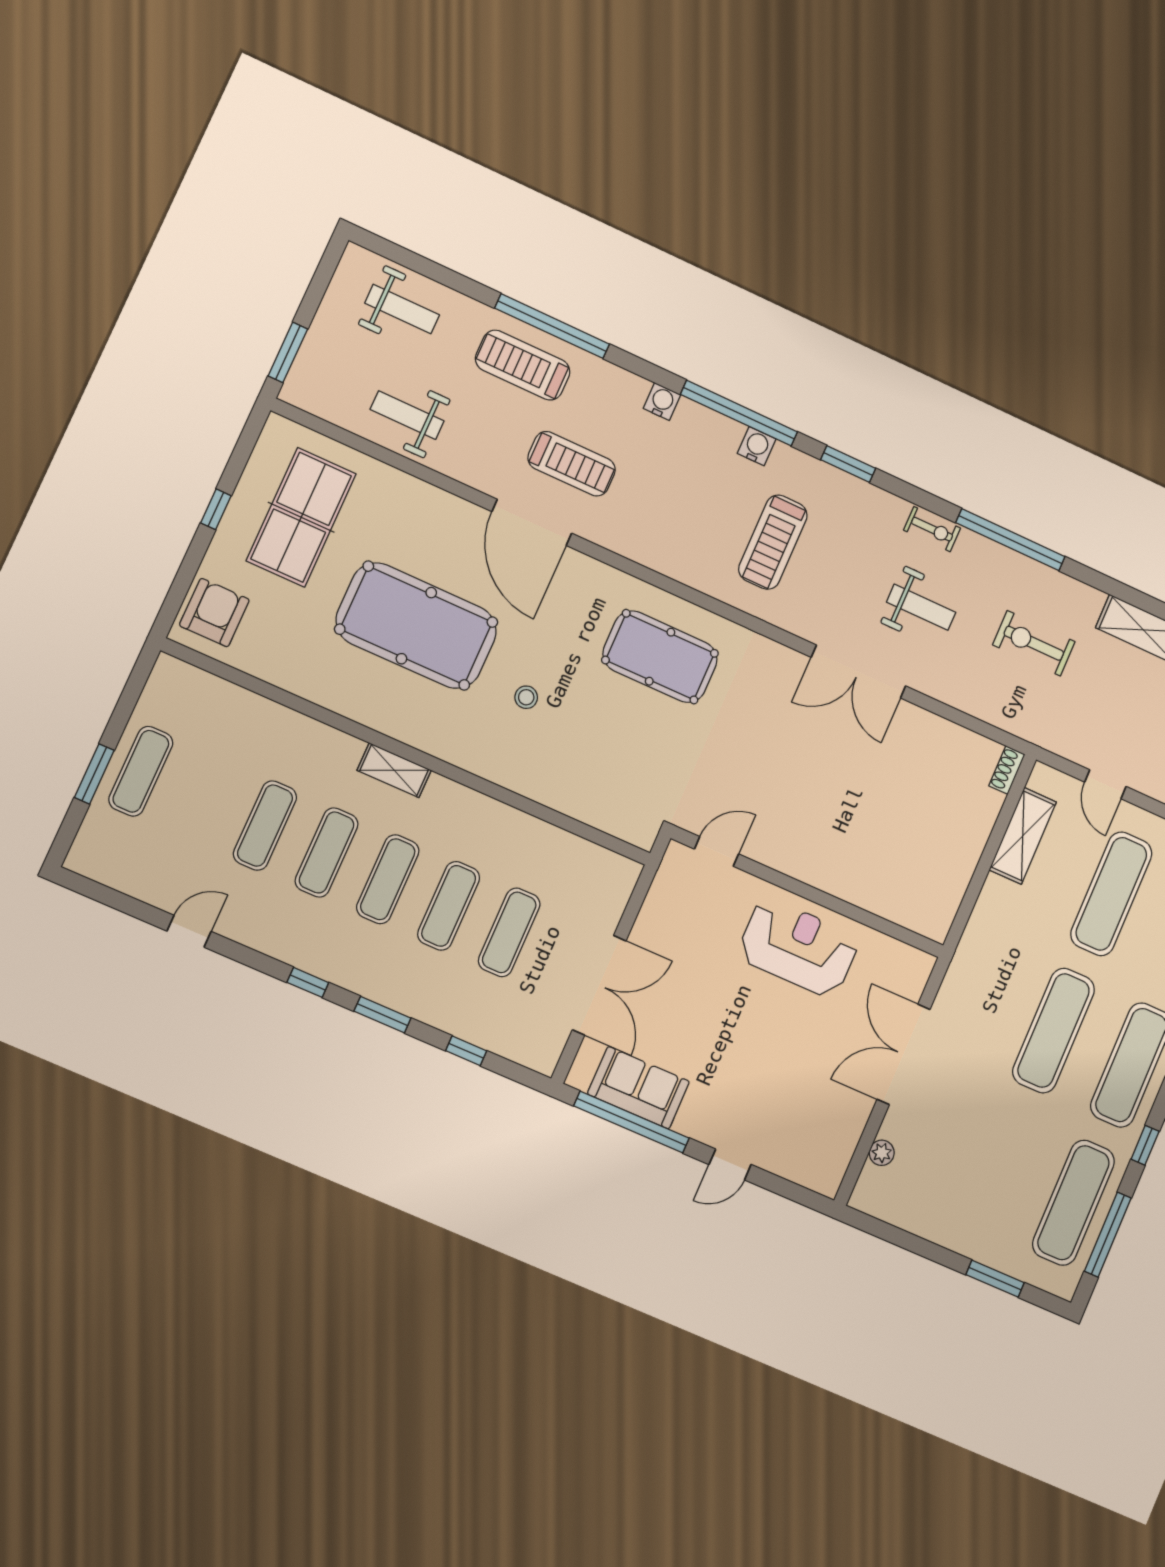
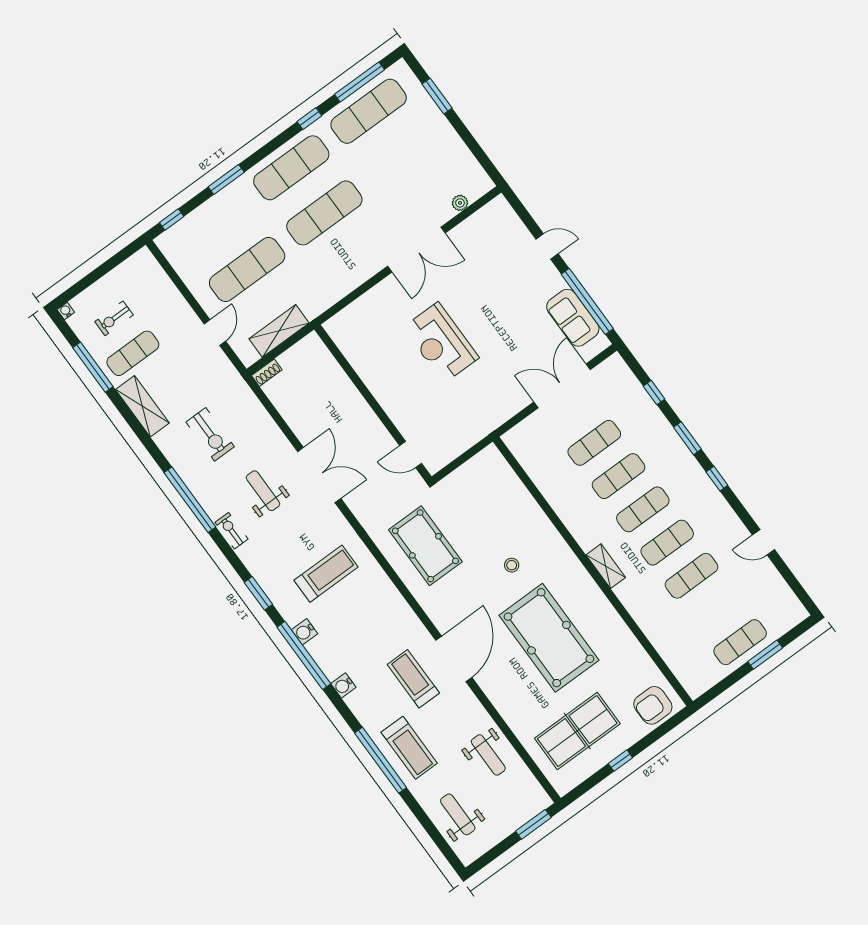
door: (716, 851) -> (411, 454), moved
wall: (808, 892) -> (373, 403), moved

